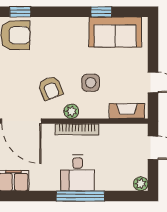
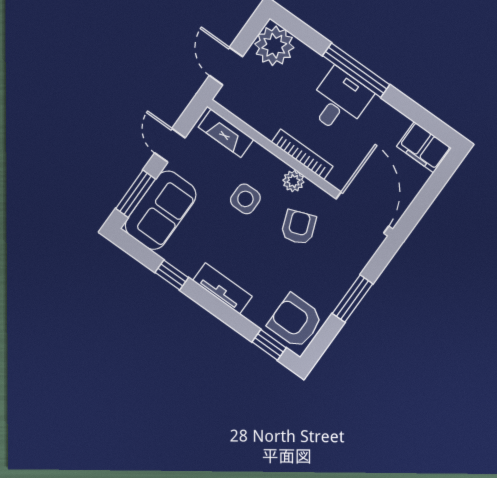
tv unit: (68, 24) -> (222, 288), added
sofa: (115, 32) -> (161, 210), moved, turned 90
window: (153, 42) -> (136, 194), added
plant: (141, 184) -> (274, 46), width x1.87, depth x1.87

